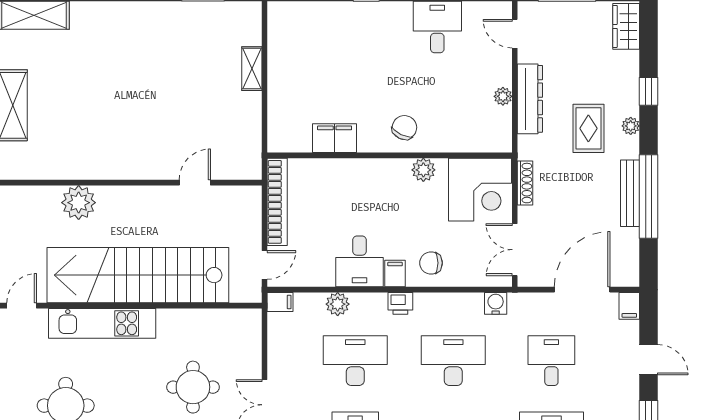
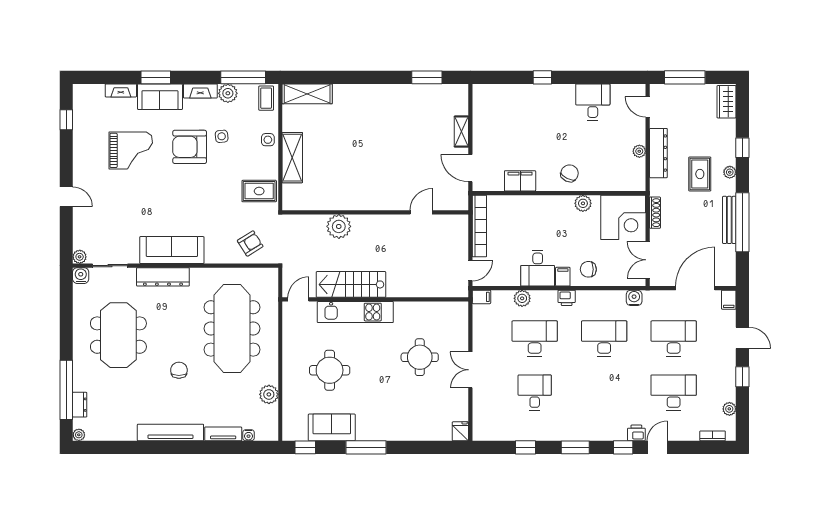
door: (264, 120) -> (470, 168), added
stairs: (138, 275) -> (351, 284), width x0.54, depth x0.66
desk: (551, 361) -> (674, 338), width x1.37

